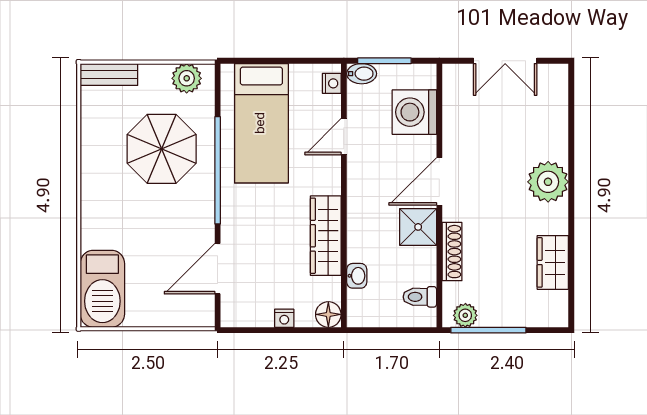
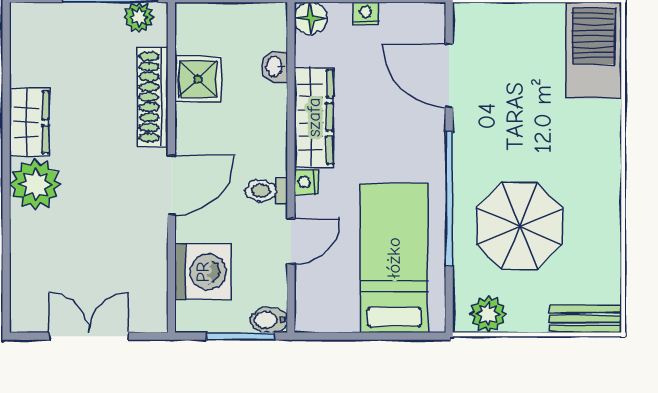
nightstand: (332, 83) -> (306, 182), moved
shower: (418, 227) -> (198, 79), moved
shoe rack: (452, 252) -> (153, 97), width x1.36, depth x1.24
wardrobe: (553, 262) -> (29, 122), moved
door: (218, 269) -> (449, 76), swing flipped
toilet: (420, 297) -> (266, 191), moved, turned 180

